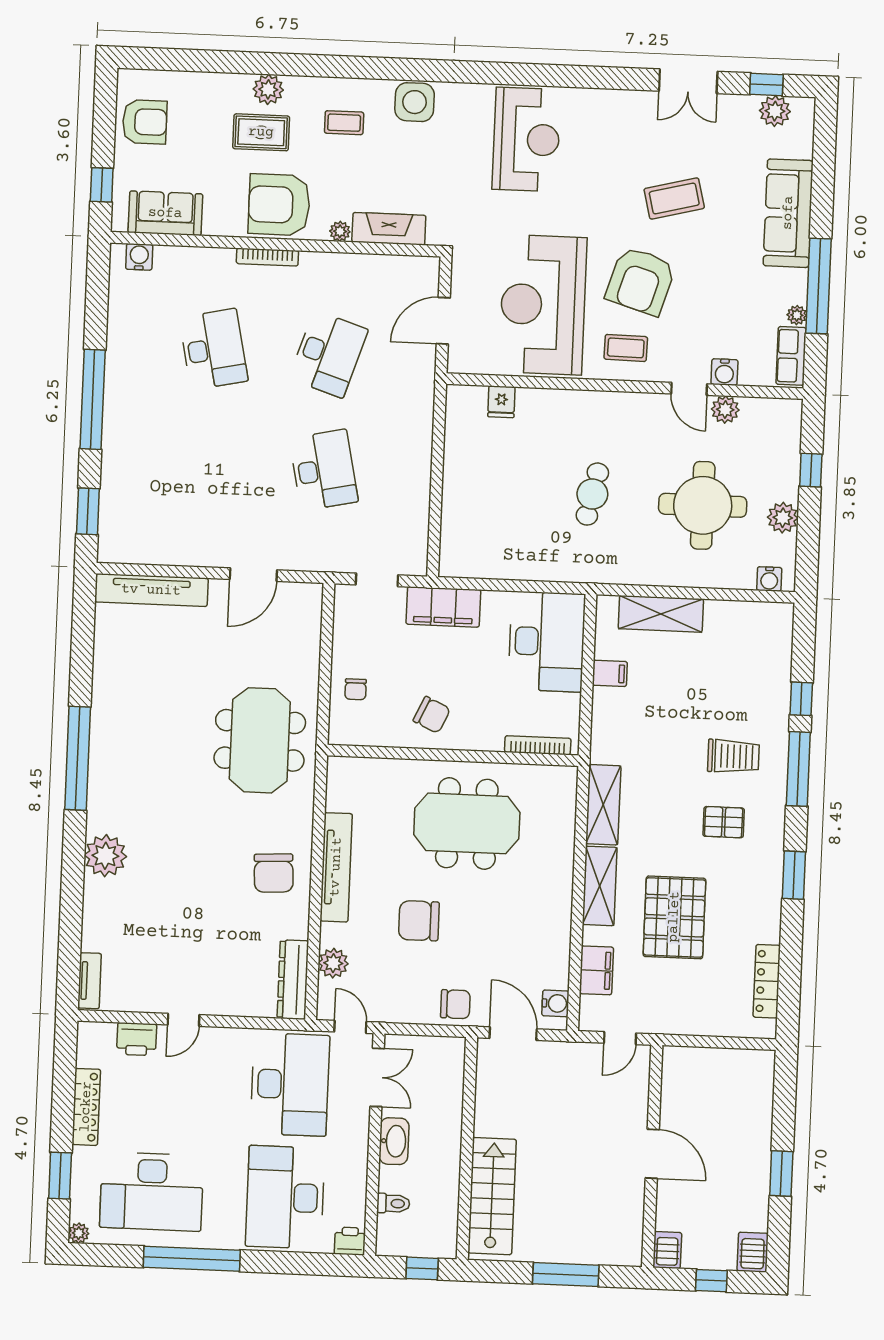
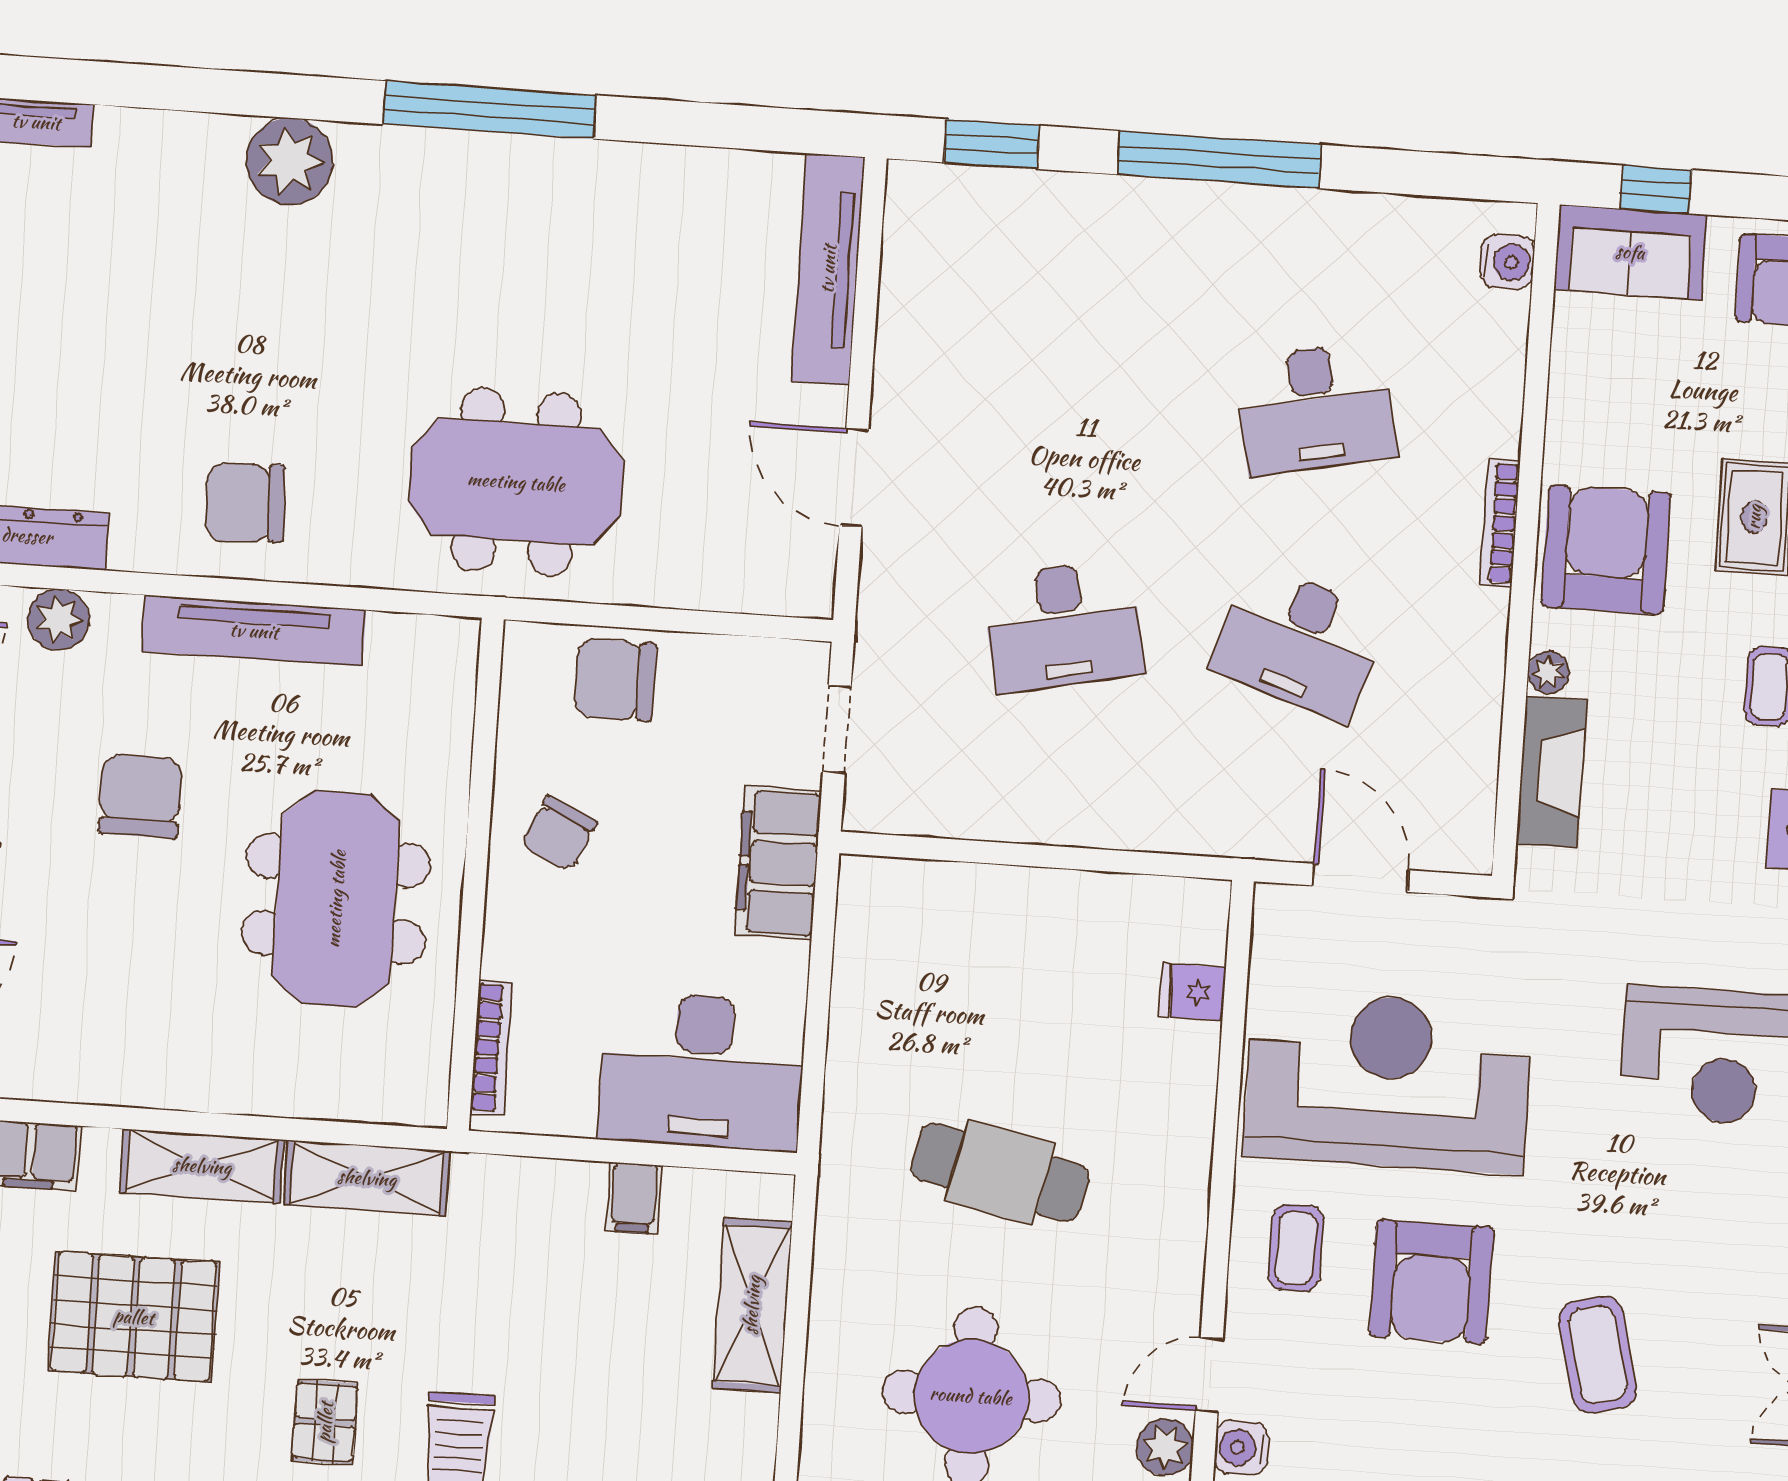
sofa: (165, 213) -> (1630, 252), moved, turned 90
armchair: (641, 281) -> (1431, 1282), turned -107
cafe table: (592, 494) -> (1000, 1172), width x1.37, depth x1.35
chair: (356, 689) -> (615, 680), width x1.87, depth x1.87

